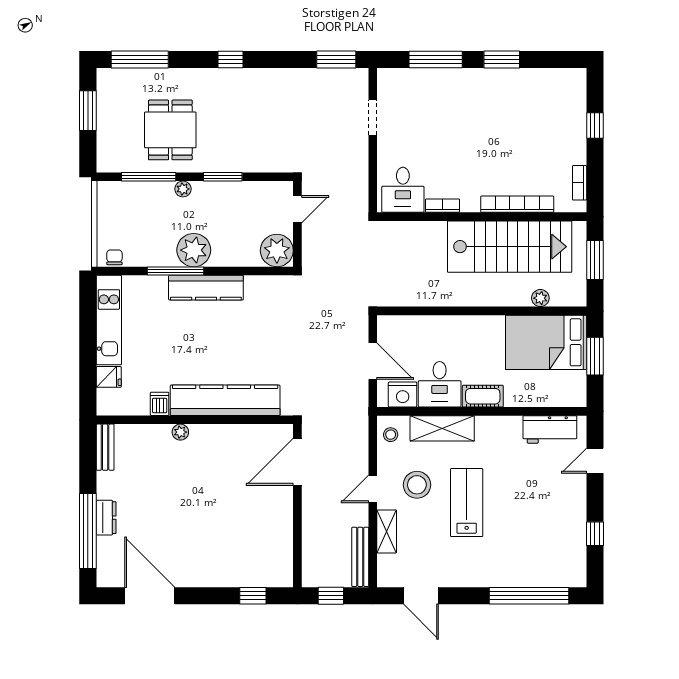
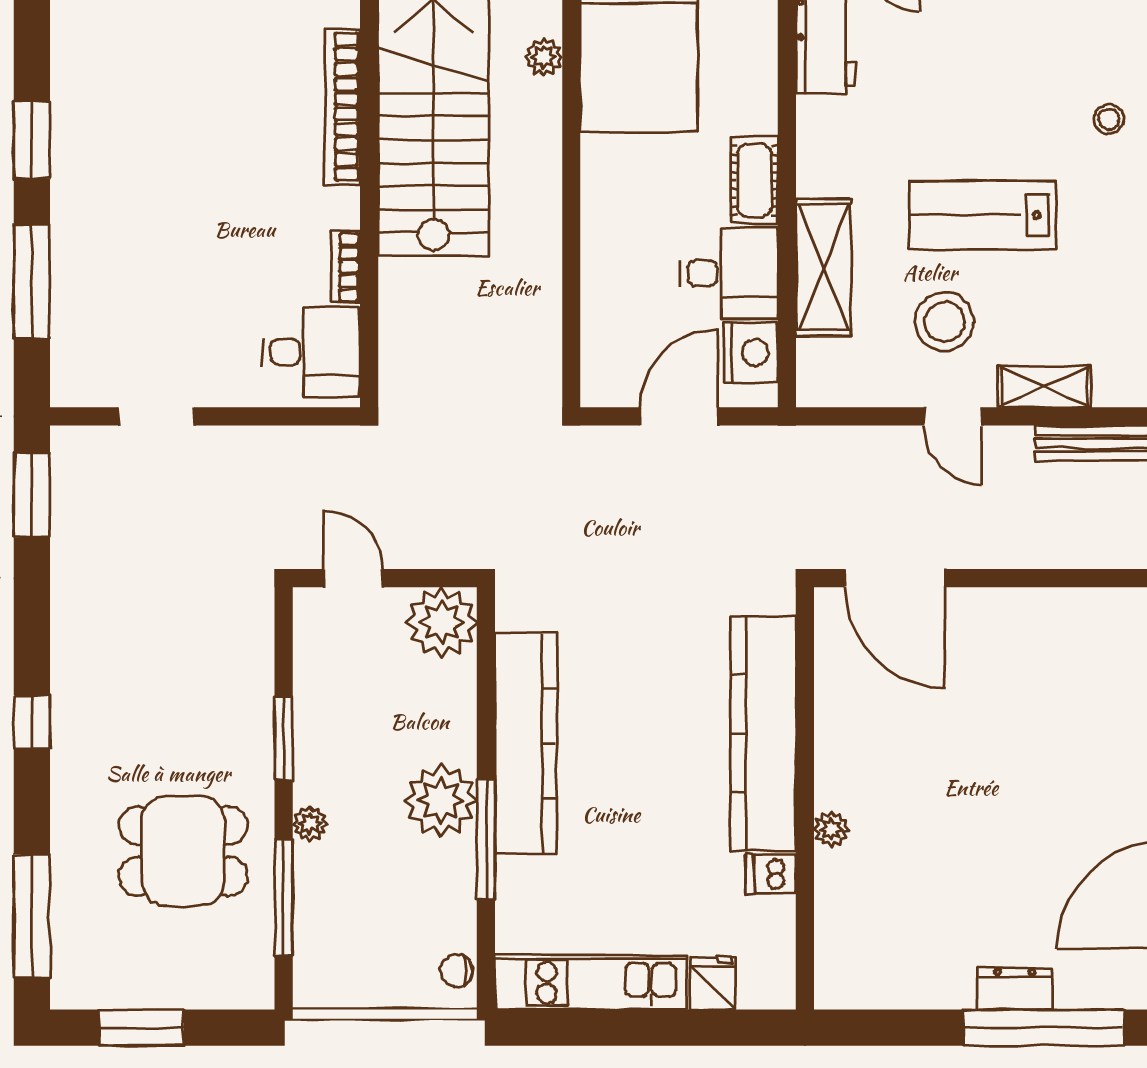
kitchen counter: (206, 288) -> (526, 743), width x1.39, depth x1.17
stool: (391, 435) -> (1109, 119), moved
bench: (105, 447) -> (864, 991), removed

